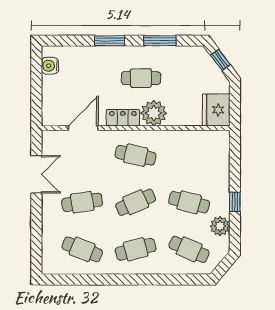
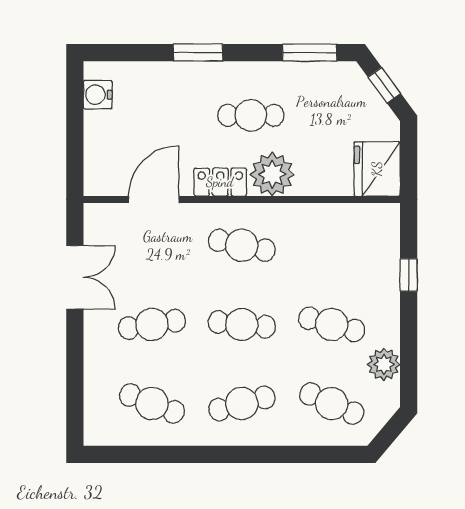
window: (160, 41) -> (310, 53), moved
cafe table: (136, 202) -> (242, 324), turned 30
window: (235, 202) -> (409, 275), moved

